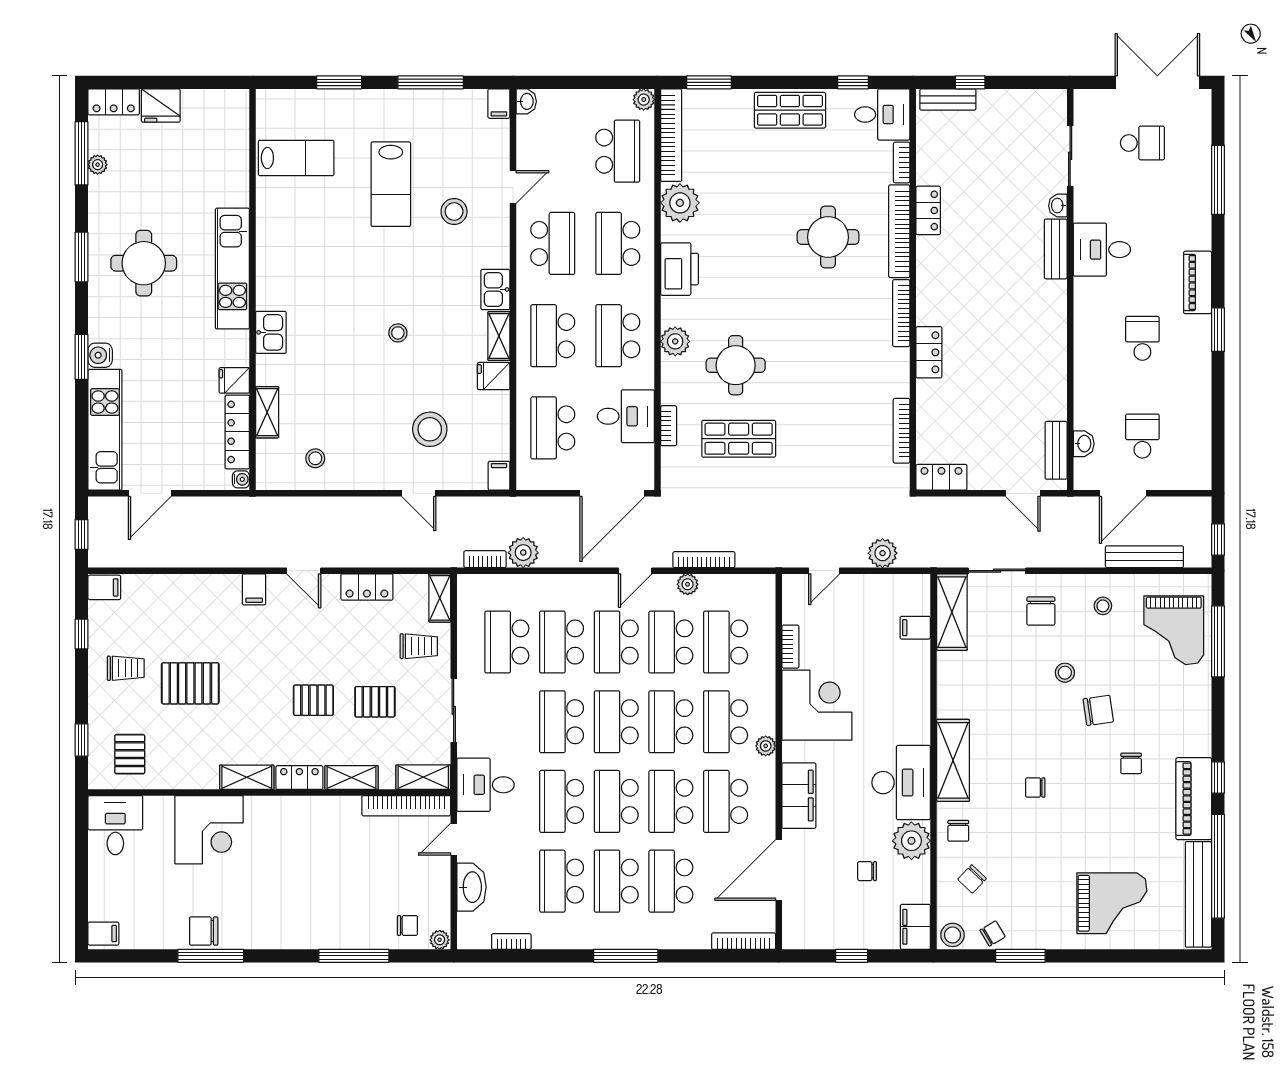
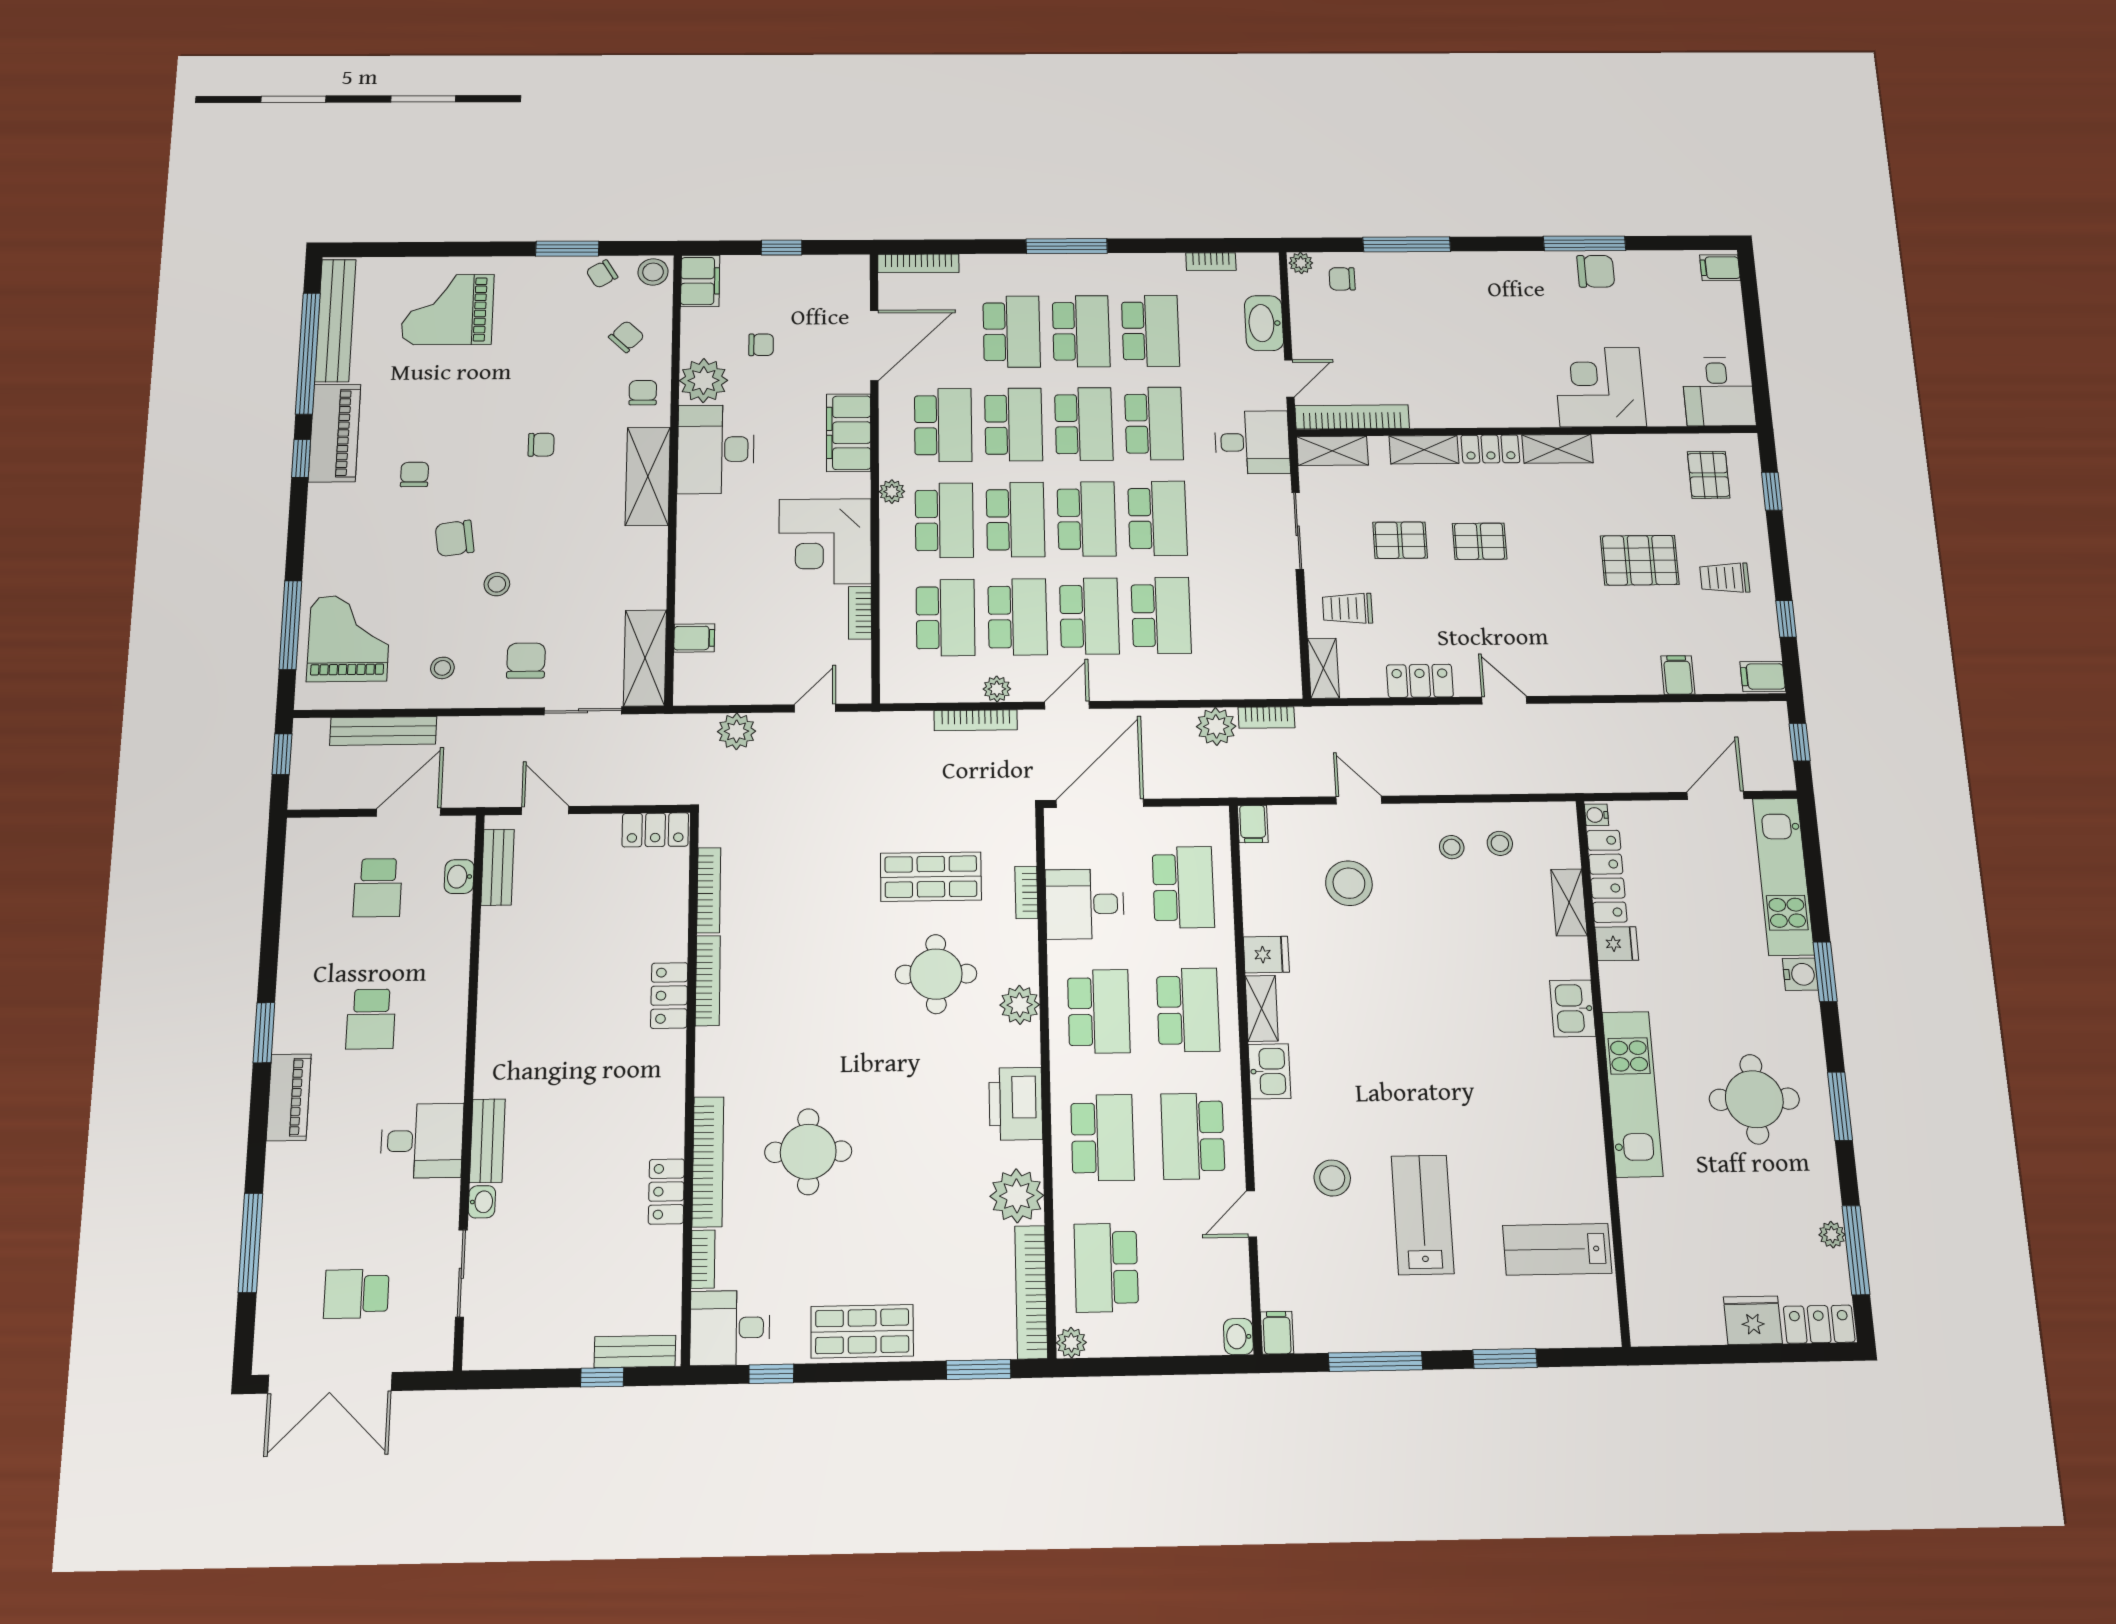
bookcase: (901, 313) -> (708, 981), moved
stool: (398, 333) -> (1452, 847), moved
filing cabinet: (254, 589) -> (1678, 675), moved
school desk: (507, 642) -> (1233, 615), removed

